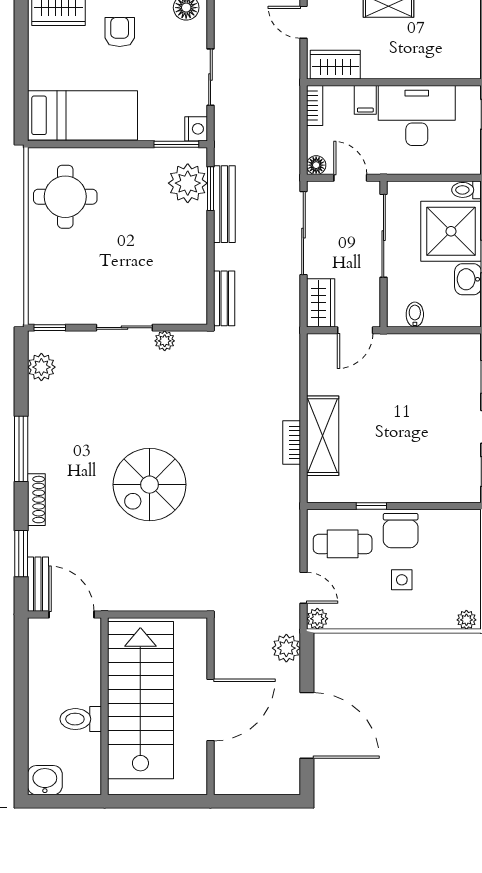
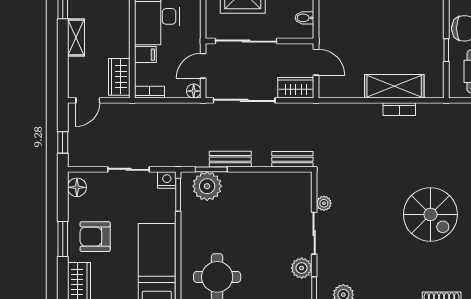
armchair: (120, 32) -> (95, 237), width x1.38, depth x1.38
bench: (224, 204) -> (230, 159), width x0.73
plant: (77, 311) -> (302, 268), added

